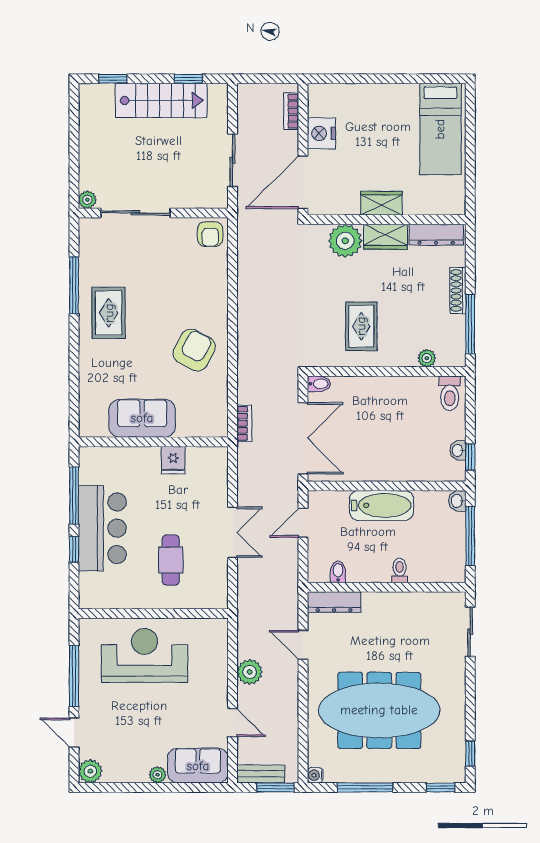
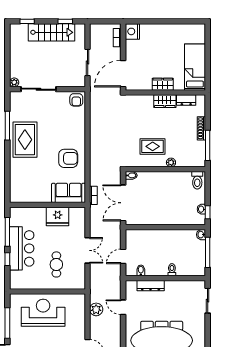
bed: (440, 129) -> (195, 67), moved, turned 180
nightstand: (321, 133) -> (132, 31), moved
dresser: (436, 235) -> (186, 100), width x0.70
plant: (345, 241) -> (144, 103), removed
rug: (109, 313) -> (25, 140), width x1.36, depth x1.43
rug: (361, 326) -> (153, 146), turned 90
armchair: (194, 350) -> (68, 158), turned 62
plant: (427, 358) -> (171, 162), moved
sofa: (142, 418) -> (69, 193), moved
double door: (303, 438) -> (123, 203), swing flipped
fridge: (173, 460) -> (58, 216), width x1.88, depth x1.34
bathtub: (382, 505) -> (163, 237), removed
door: (303, 523) -> (123, 256), moved
dresser: (334, 602) -> (151, 286), moved
plant: (250, 672) -> (96, 309), moved

